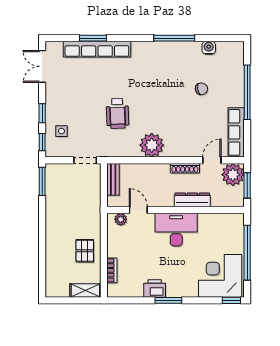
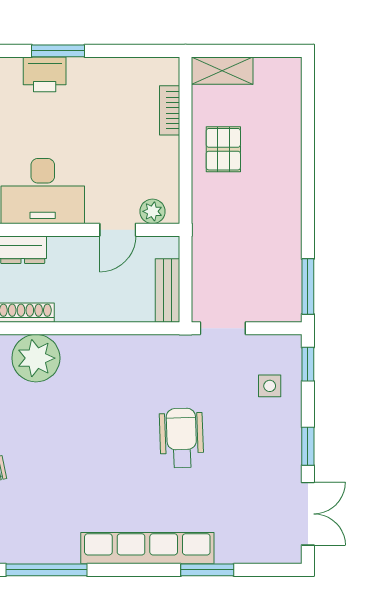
row of seats: (97, 49) -> (147, 548), moved
window: (42, 113) -> (308, 446), moved
wheelchair: (117, 113) -> (182, 438), moved
plant: (152, 145) -> (36, 358), moved
door: (138, 210) -> (118, 230), hinge flipped
printer: (155, 289) -> (45, 74), moved

